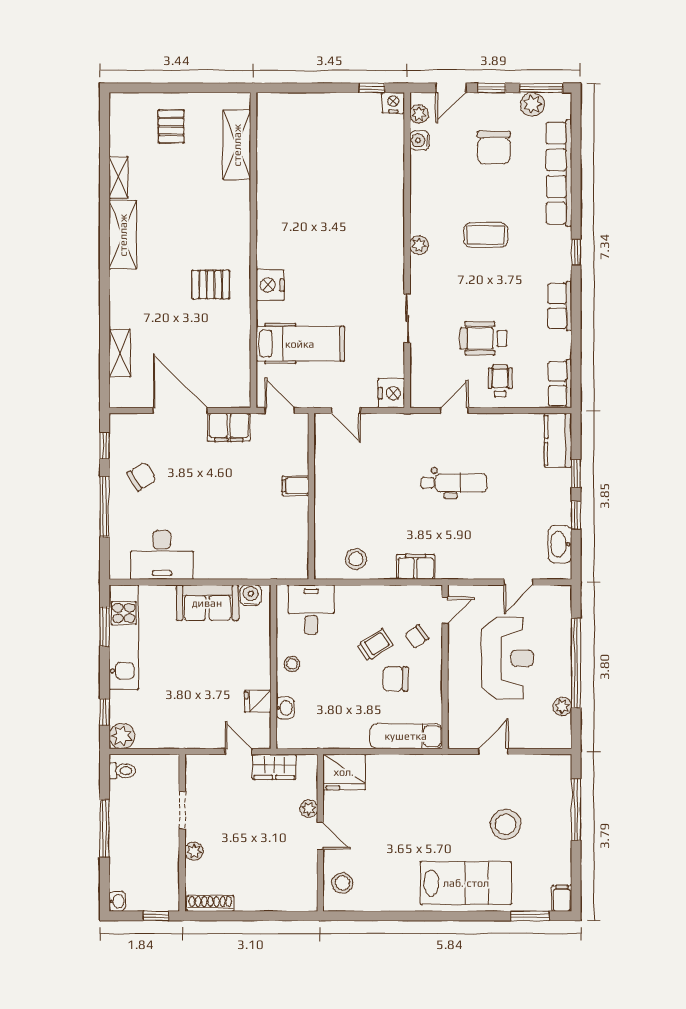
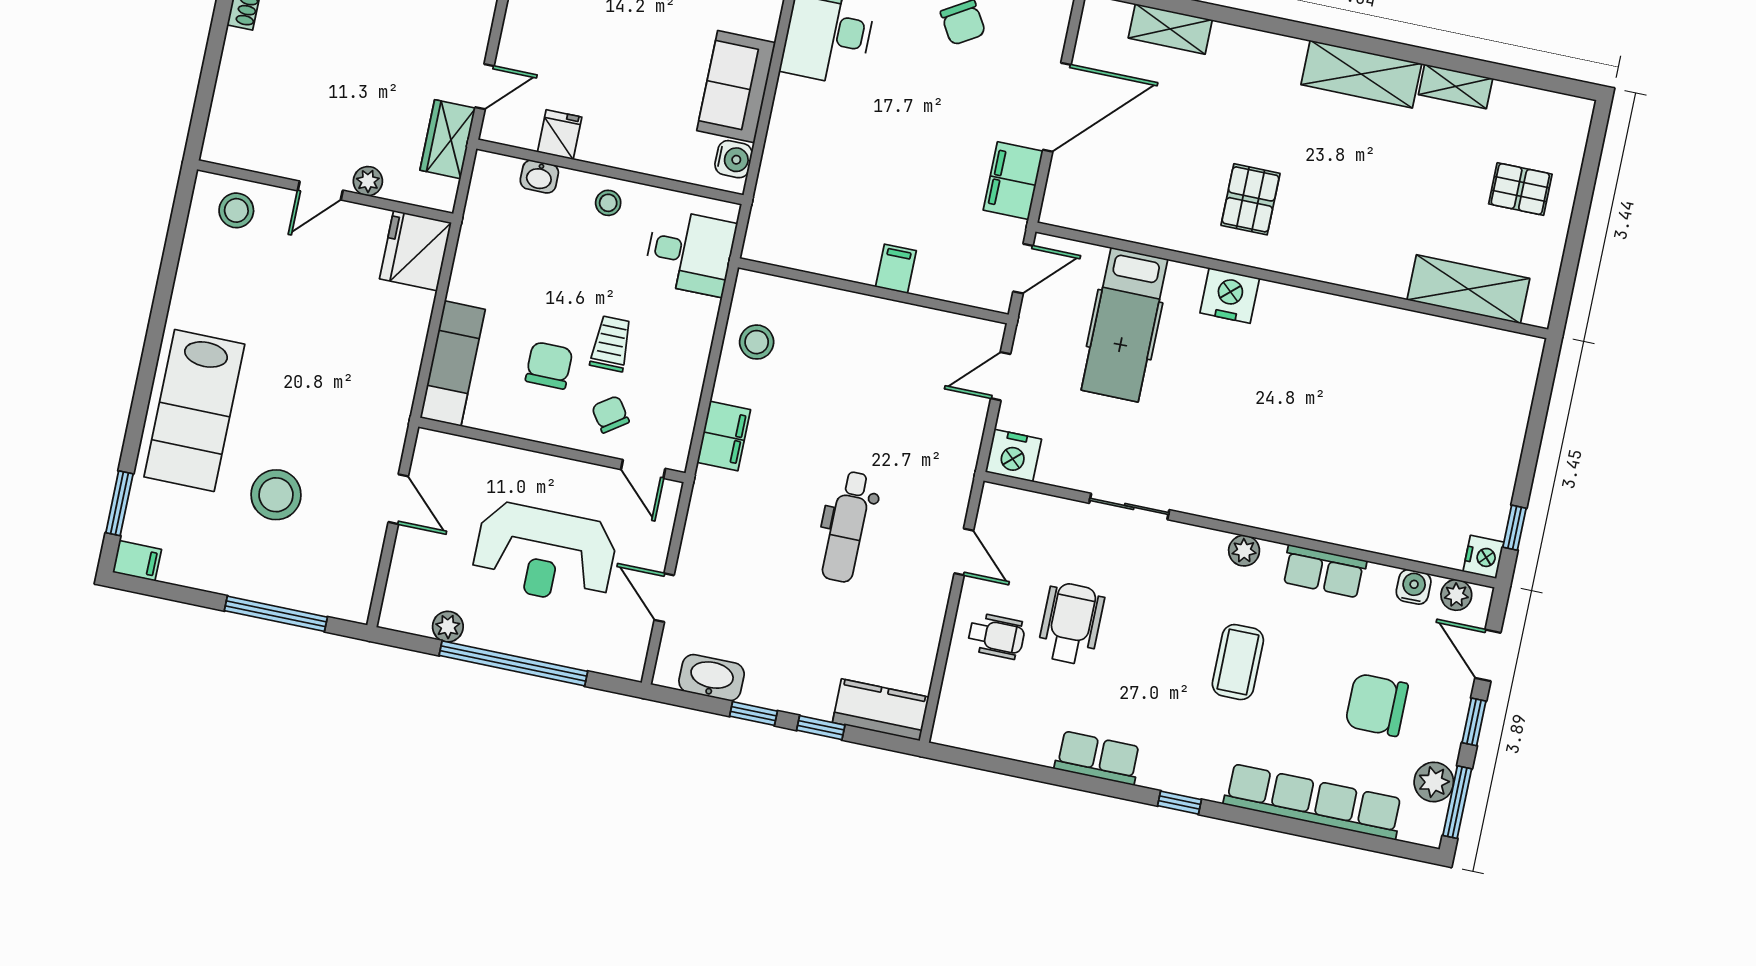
row of seats: (560, 384) -> (1324, 571), moved, turned 180
trolley: (375, 645) -> (611, 344), turned -147

